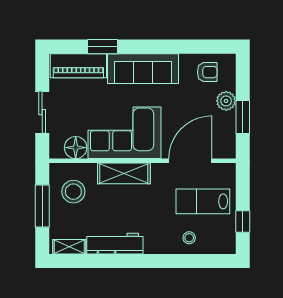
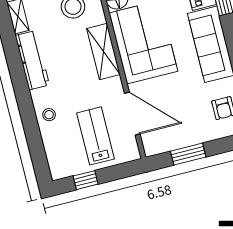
plant: (226, 101) -> (200, 134), removed
stool: (189, 238) -> (49, 115), moved

